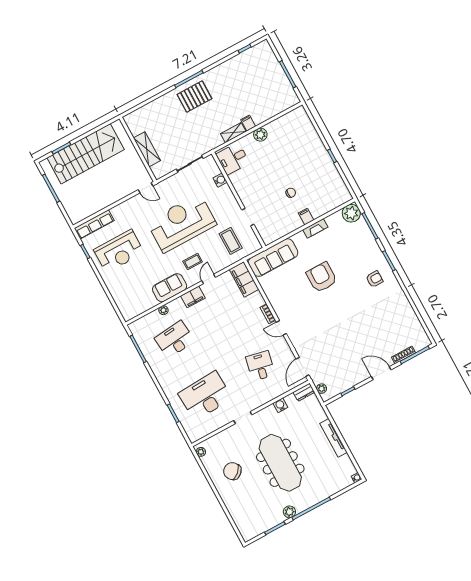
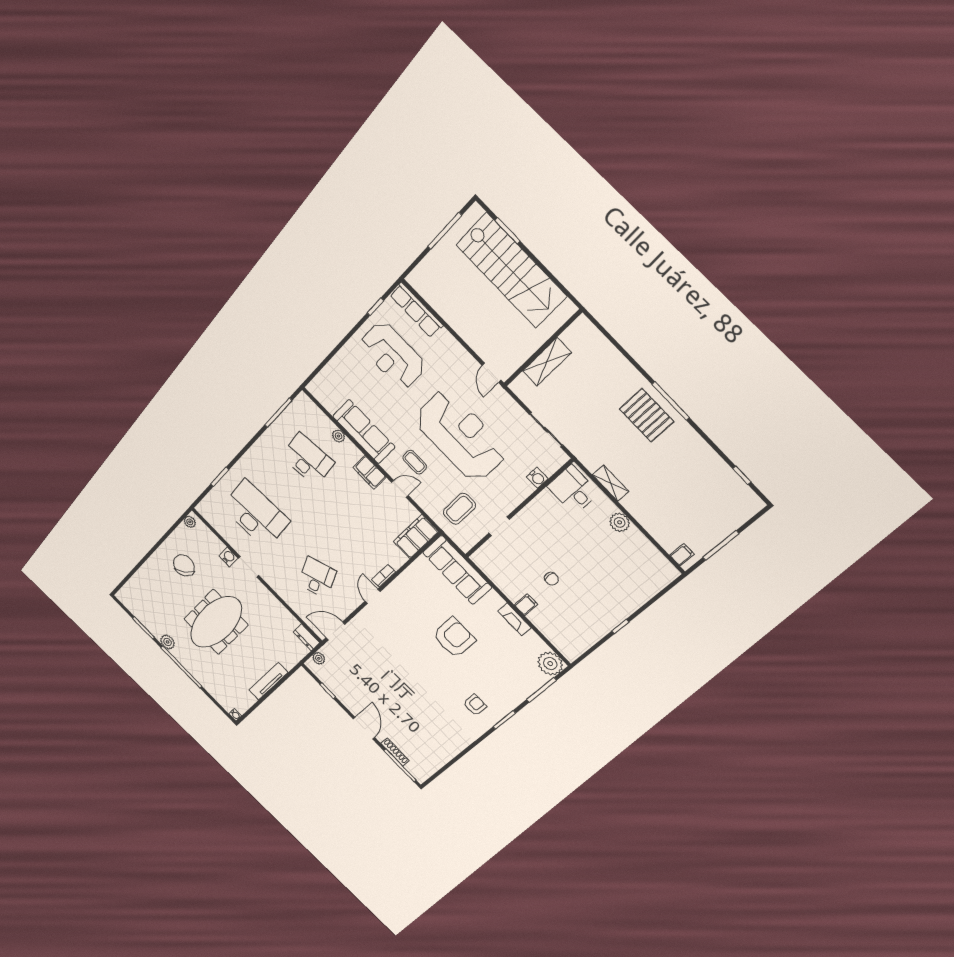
filing cabinet: (248, 123) -> (682, 555), moved
armchair: (375, 279) -> (475, 705), turned -90
sofa: (170, 288) -> (364, 432), width x1.36
desk: (260, 366) -> (317, 578), turned -33
water cooler: (280, 405) -> (228, 557), moved

